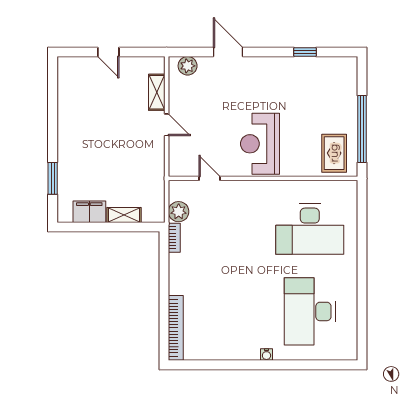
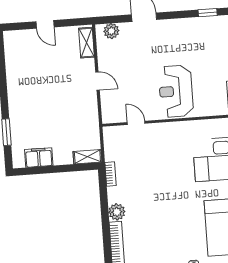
shelving: (157, 92) -> (87, 43), moved
plant: (179, 212) -> (117, 212), moved
shelving: (124, 215) -> (87, 157), moved

